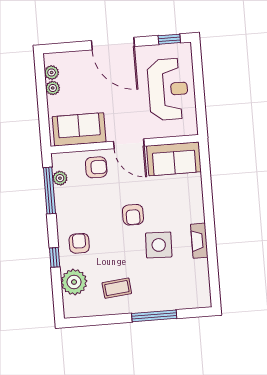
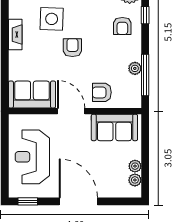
plant: (60, 178) -> (135, 68), moved
fireplace: (199, 241) -> (15, 35), moved

